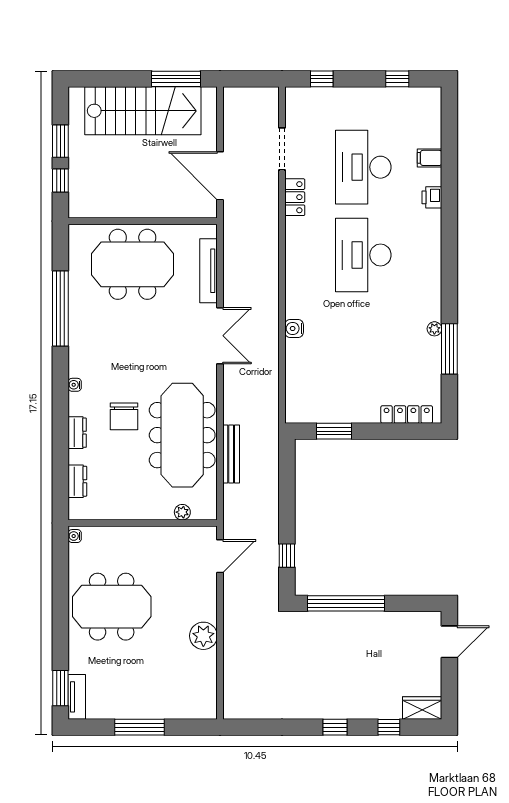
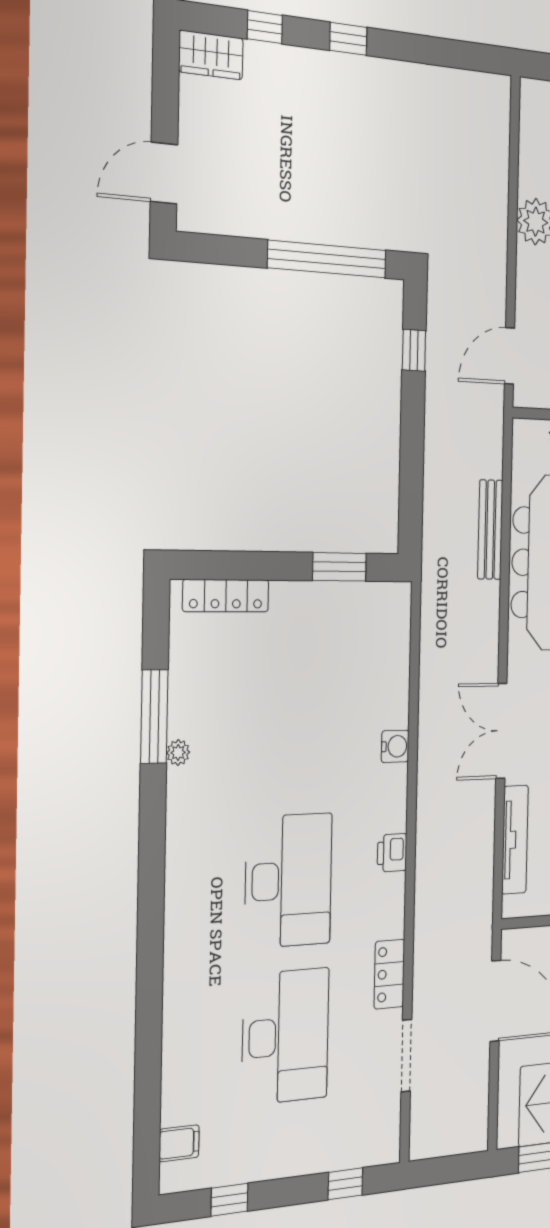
filing cabinet: (429, 158) -> (179, 1143), moved
printer: (432, 197) -> (392, 853), moved, turned 180

